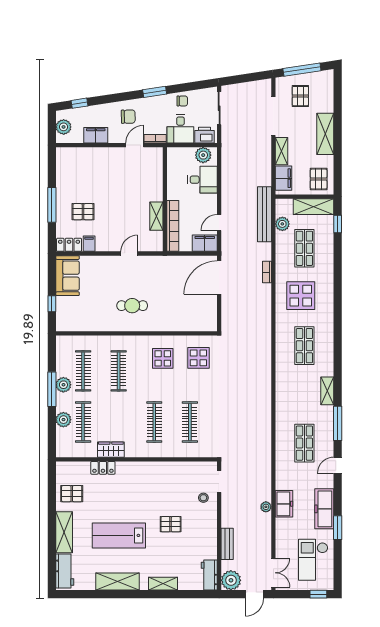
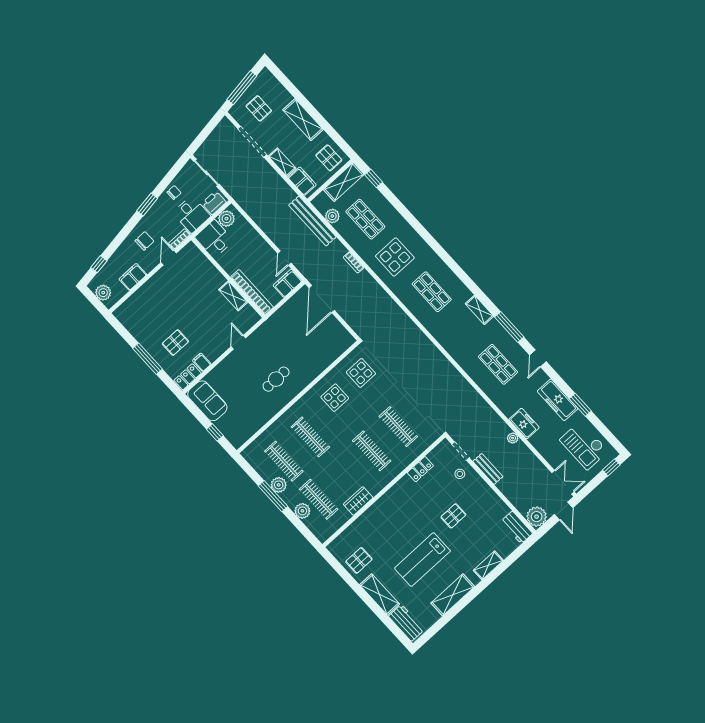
desk: (203, 180) -> (214, 239), moved, turned -90
locker: (103, 468) -> (420, 469), moved
bench: (227, 544) -> (488, 469), moved

